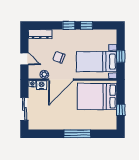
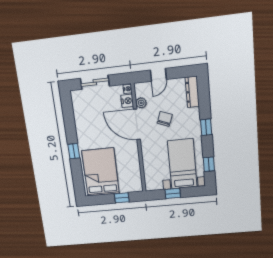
window: (87, 25) -> (209, 164), moved
bed with nightstands: (97, 62) -> (182, 164), moved
bed: (97, 96) -> (101, 172), moved
window: (121, 110) -> (122, 198), moved
window: (77, 134) -> (74, 151), width x0.46

